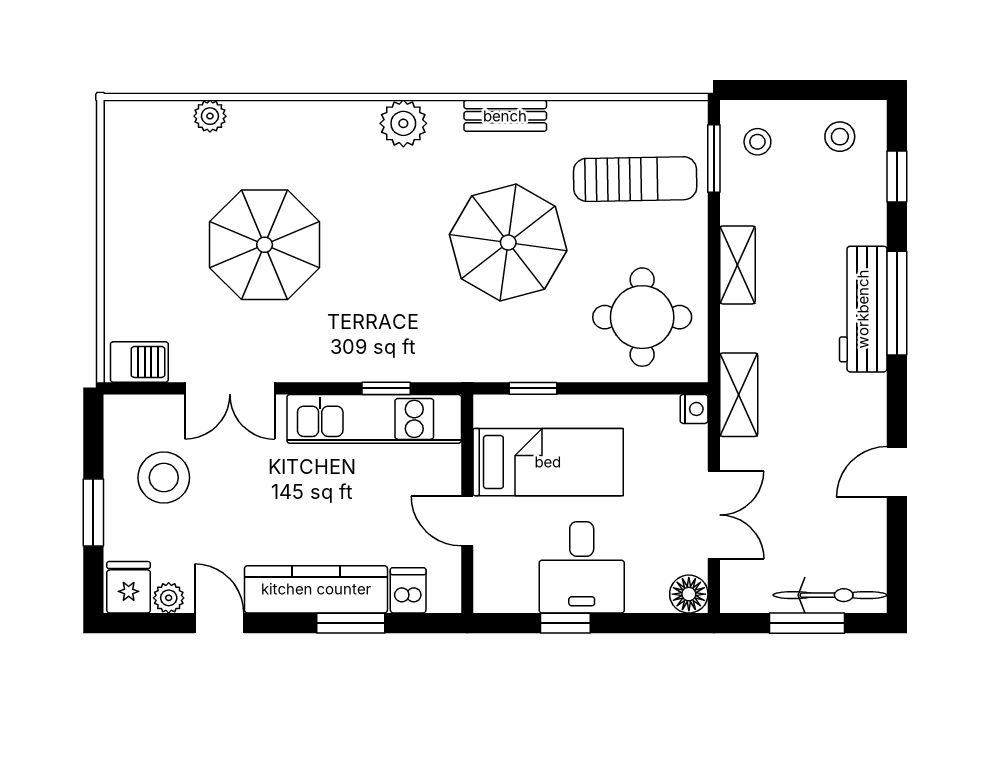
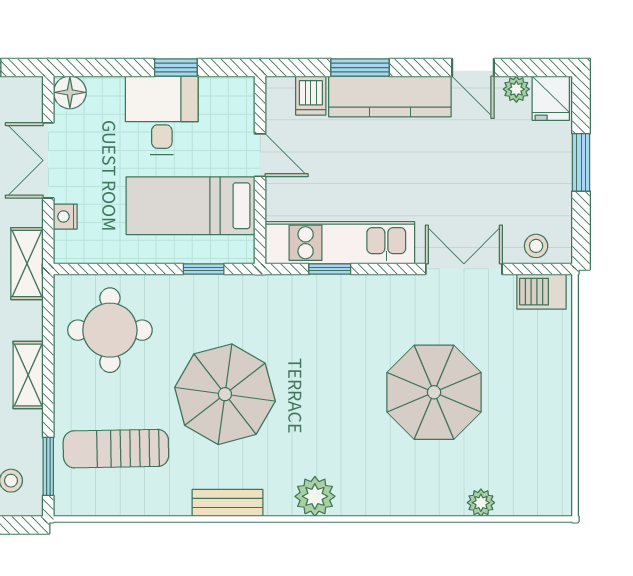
nightstand: (694, 409) -> (65, 217), moved
stool: (164, 478) -> (536, 246), moved, width x0.53, depth x0.53

